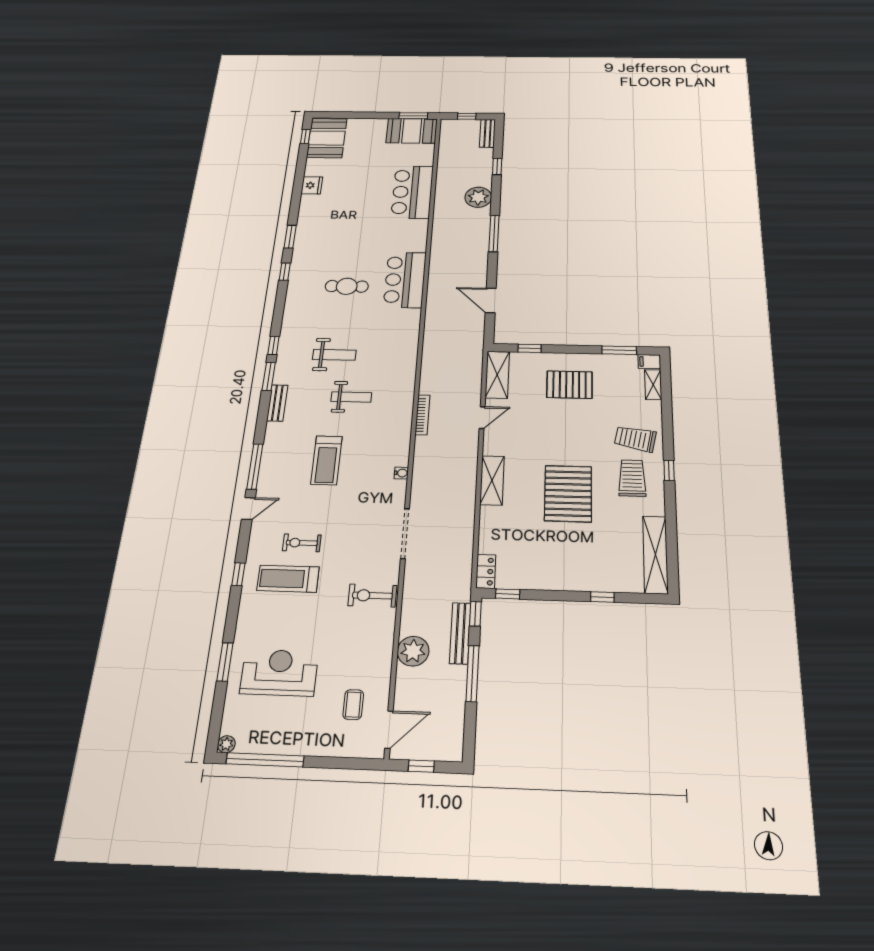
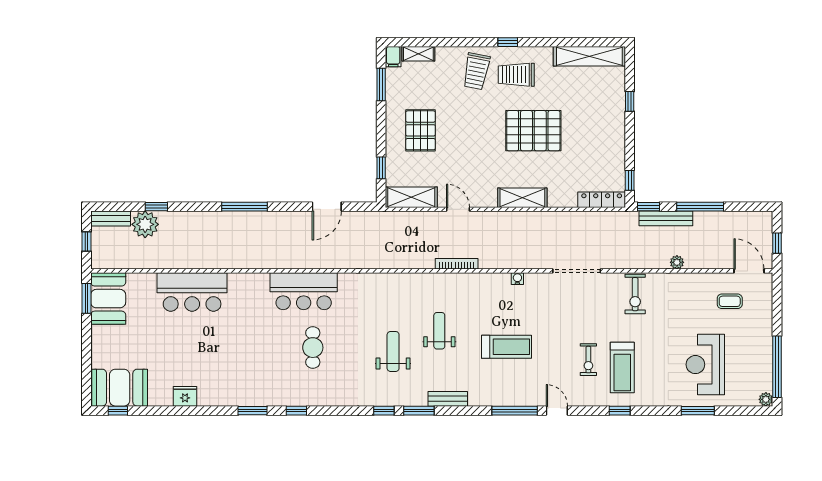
plant: (478, 197) -> (145, 224), moved
locker: (486, 571) -> (602, 200), width x1.53
plant: (413, 651) -> (677, 262), width x0.53, depth x0.53

